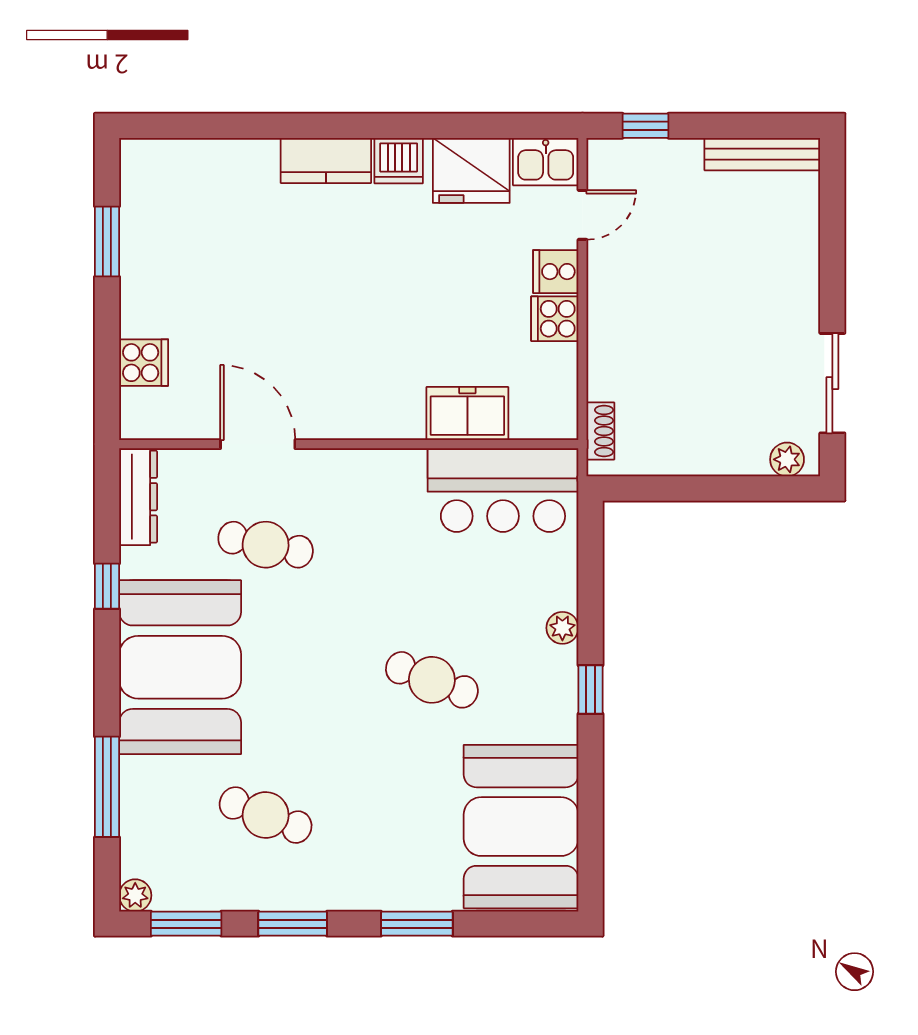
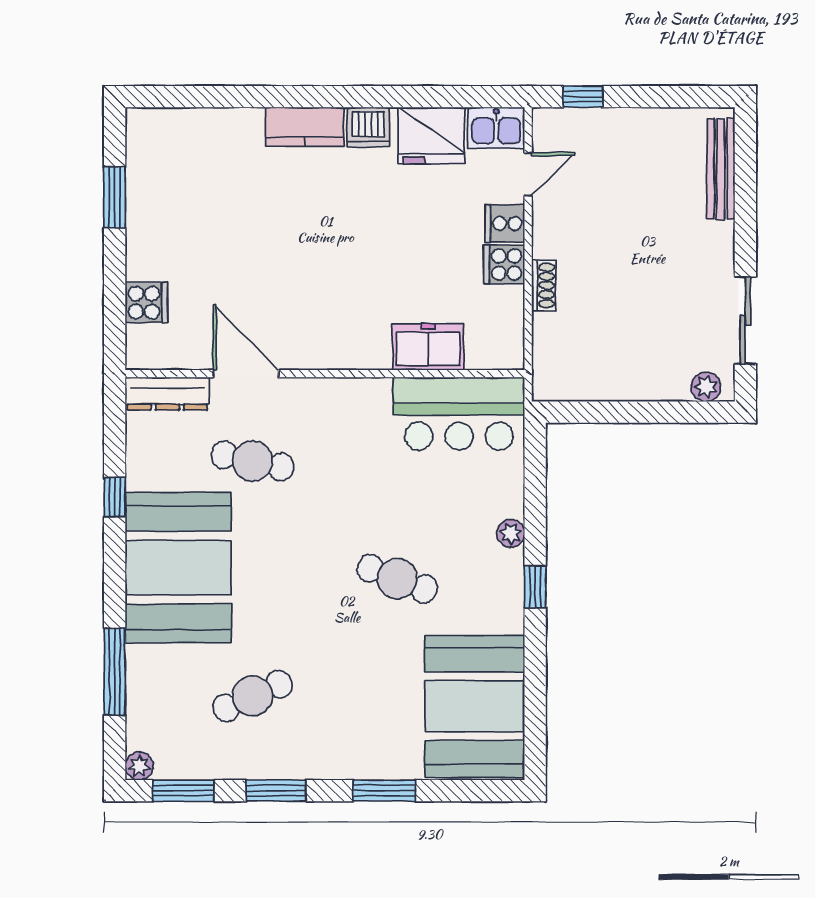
bench: (762, 154) -> (721, 169), moved, turned 90
shoe rack: (600, 431) -> (544, 285), moved
dresser: (138, 497) -> (167, 394), moved, turned 90
cafe table: (266, 815) -> (253, 696), turned -45

